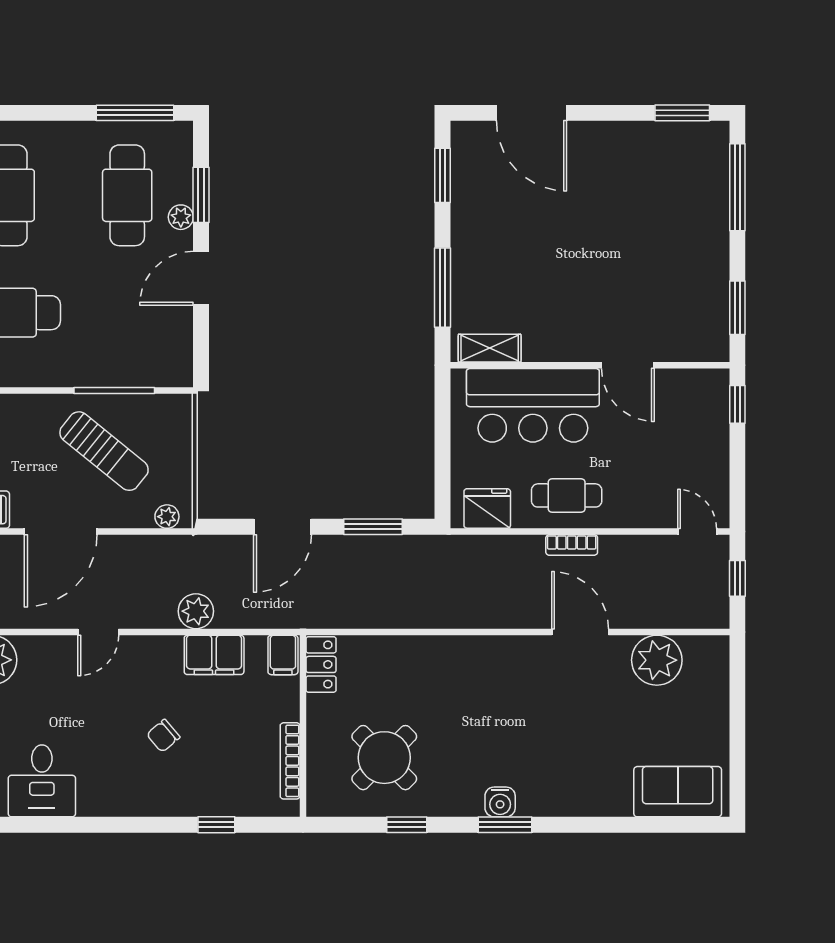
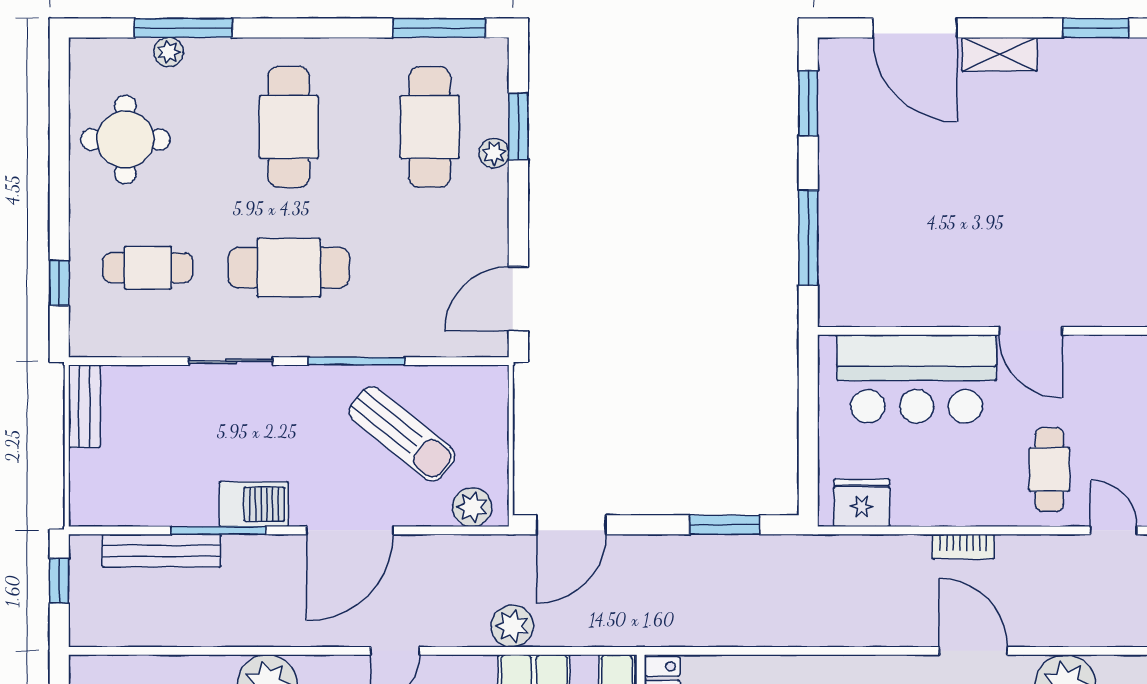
door: (201, 278) -> (518, 299), moved
shelving: (490, 348) -> (999, 54), moved
window: (114, 390) -> (356, 361), moved
cafe table: (567, 495) -> (1049, 469), moved, turned 90
plant: (167, 517) -> (472, 507), width x1.38, depth x1.38
door: (283, 527) -> (571, 525), moved

